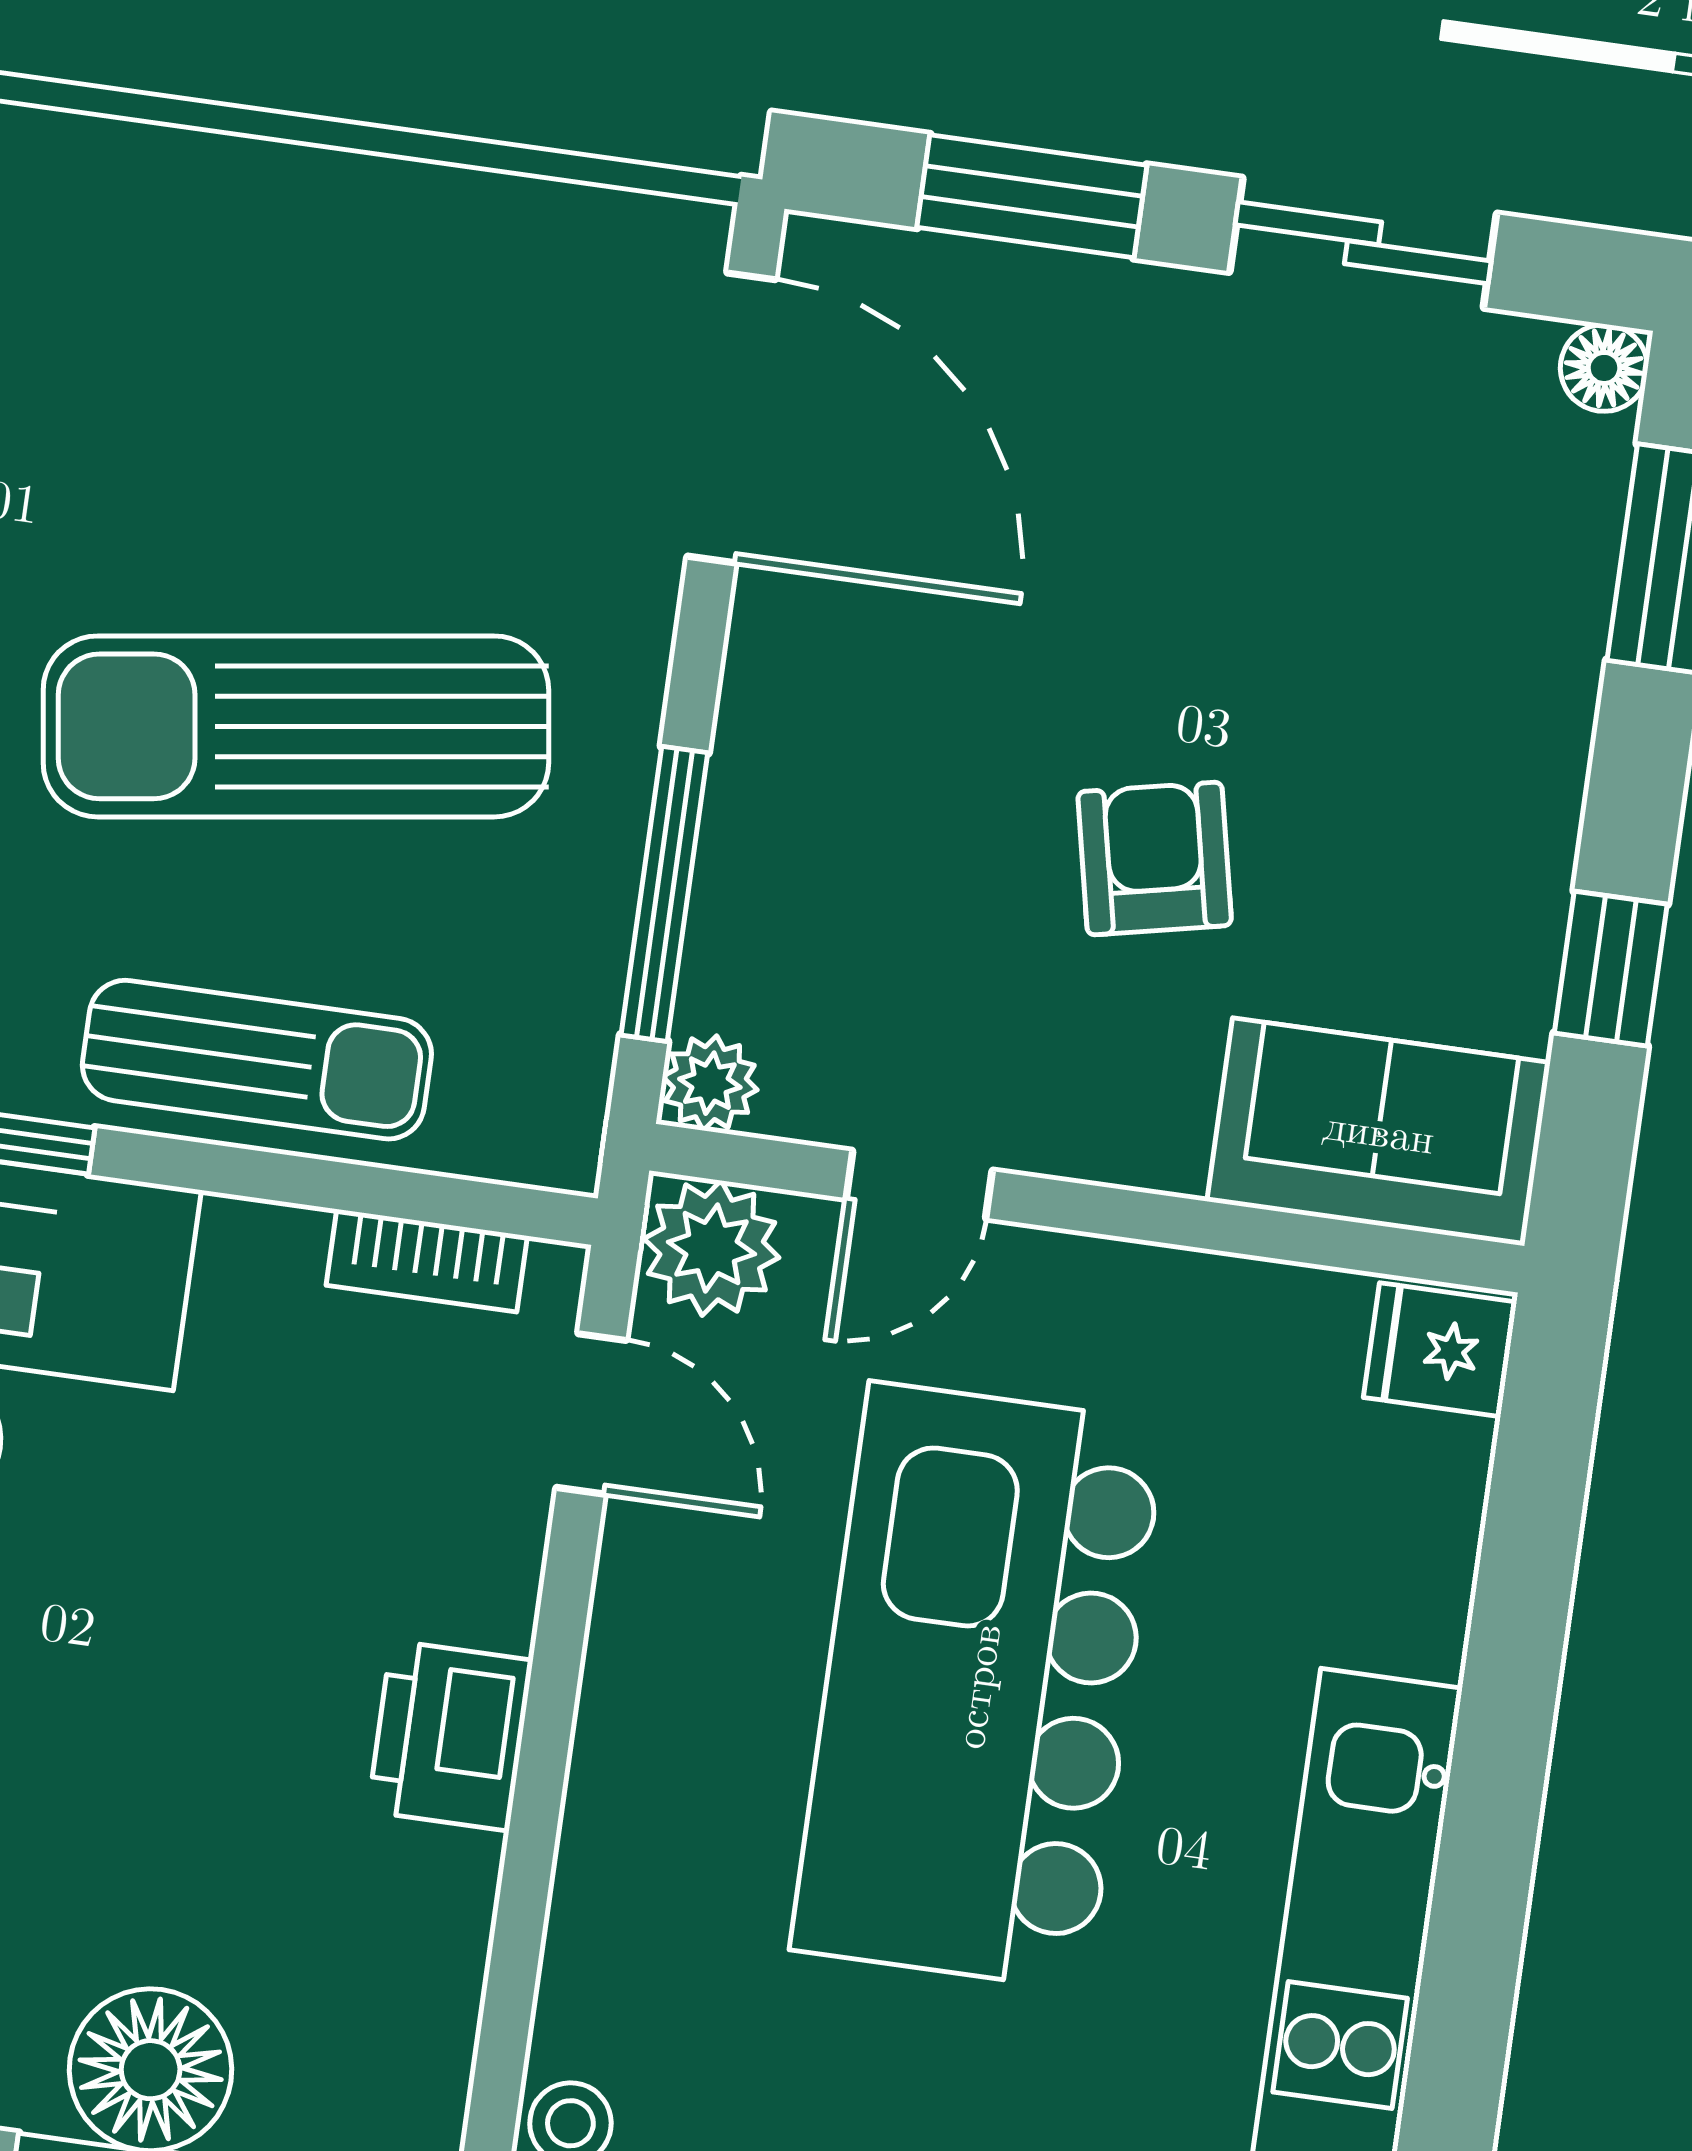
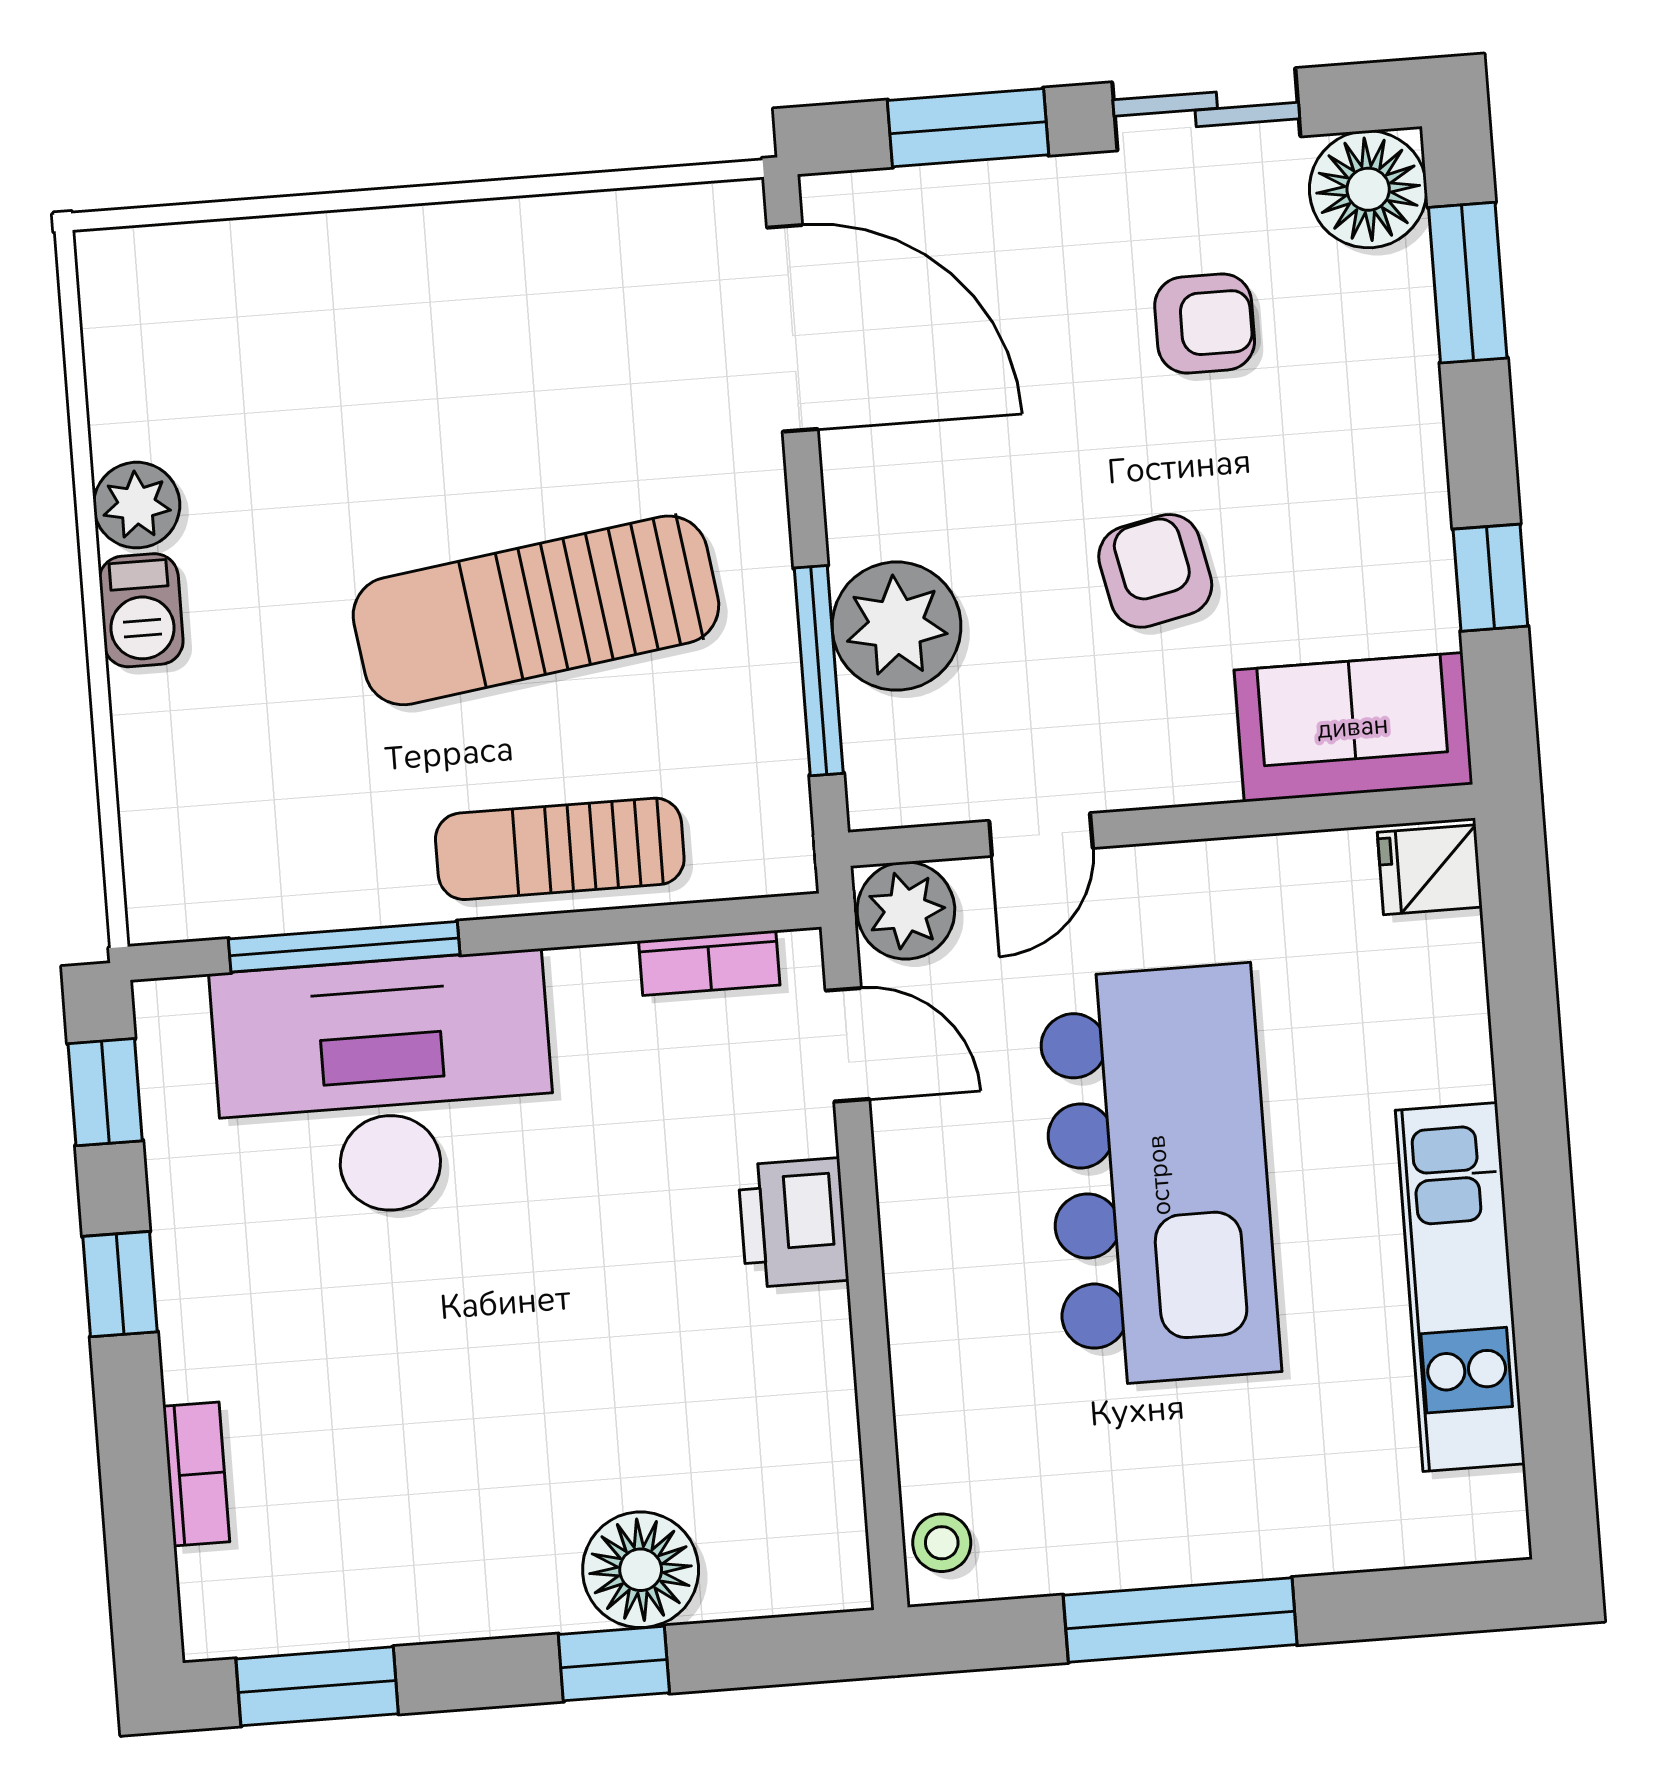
floor lamp: (1604, 368) -> (1368, 189), width x1.89, depth x1.89
armchair: (1296, 535) -> (1205, 323), added
sun lounger: (257, 1060) -> (560, 849), turned 180
plant: (710, 1083) -> (897, 626), moved, width x1.88, depth x1.88
kitchen island: (978, 1686) -> (1159, 1175), turned 180
printer: (450, 1736) -> (793, 1223), moved

